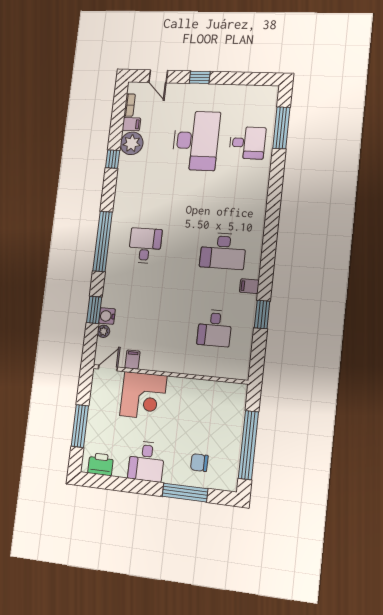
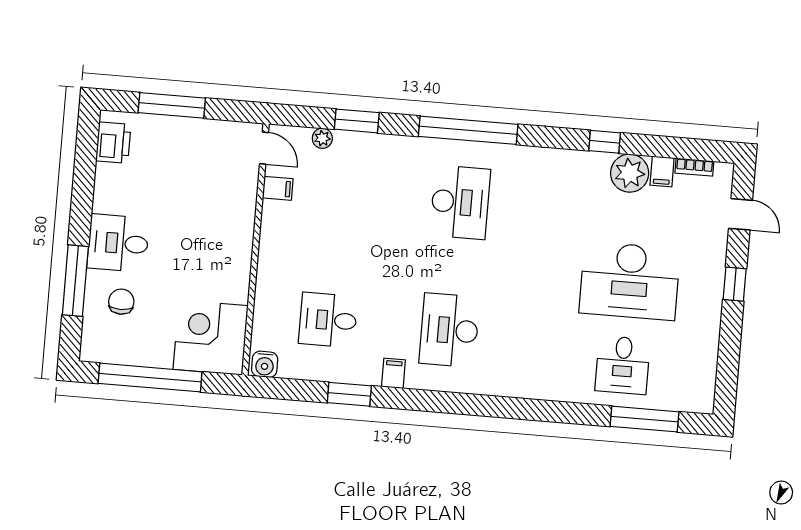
door: (158, 76) -> (741, 214), swing flipped
desk: (145, 246) -> (460, 202), width x1.37
water cooler: (107, 316) -> (265, 364), moved, turned 180
corner desk: (143, 396) -> (211, 338), moved, turned 90
desk: (146, 461) -> (118, 243), moved

